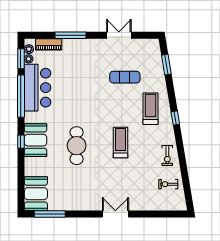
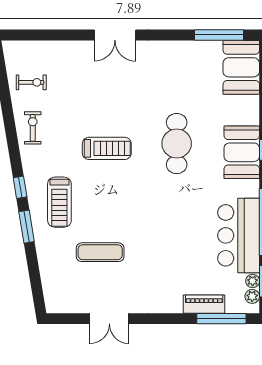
window: (70, 35) -> (221, 319), moved
piano: (49, 44) -> (204, 304), moved
window: (166, 65) -> (27, 227), moved
treadmill: (121, 143) -> (107, 148), turned -90

